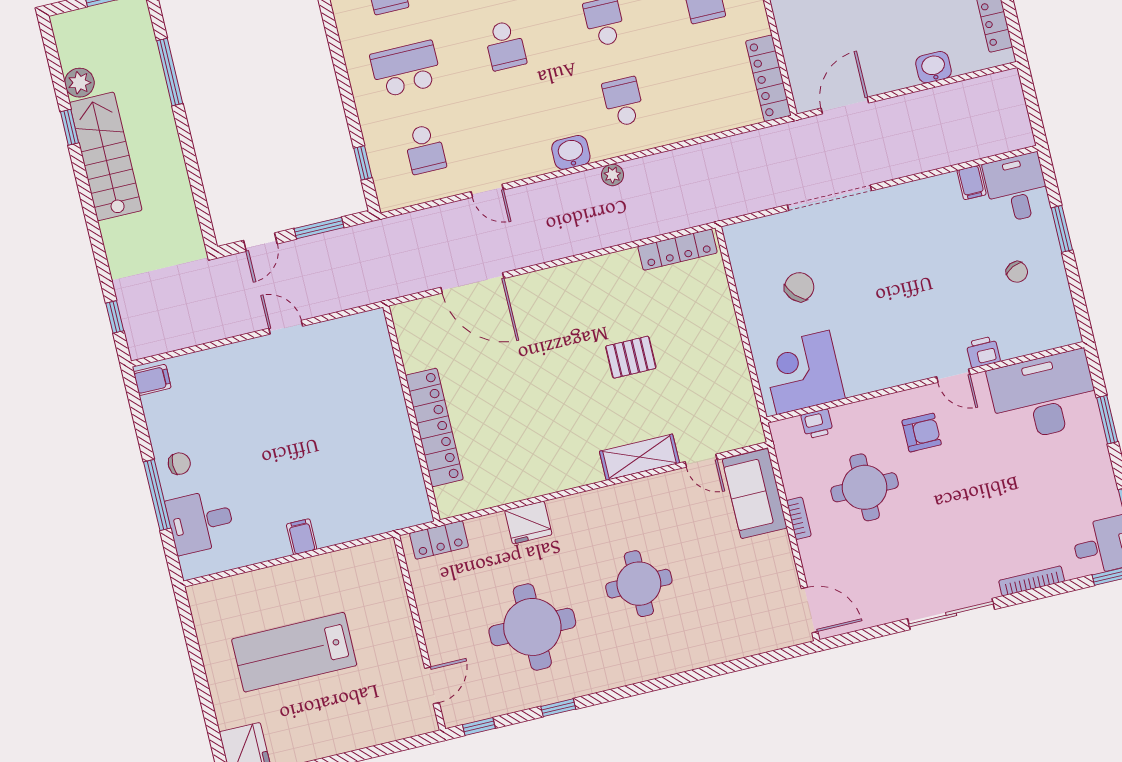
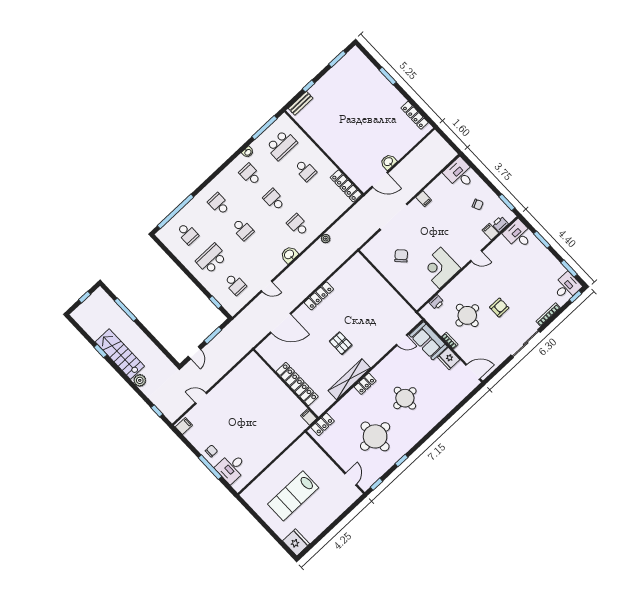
washbasin: (934, 67) -> (388, 162), moved
plant: (79, 83) -> (140, 380), moved
door: (845, 106) -> (380, 180), swing flipped
plant: (612, 175) -> (326, 239), moved
filing cabinet: (972, 182) -> (424, 199), moved
window: (1062, 229) -> (507, 202), moved
locker: (678, 250) -> (319, 296), moved
door: (286, 327) -> (201, 398), moved
filing cabinet: (1011, 342) -> (490, 232), added
printer: (983, 352) -> (500, 224), moved
pallet: (631, 357) -> (341, 343), moved, turned 90
corner desk: (803, 372) -> (440, 268), moved
desk: (1044, 396) -> (518, 235), width x0.53, depth x0.77
armchair: (922, 433) -> (499, 308), moved
shelving: (639, 457) -> (349, 379), moved, width x1.47
locker: (574, 507) -> (365, 384), added
fridge: (528, 523) -> (449, 359), moved, turned 90
filing cabinet: (302, 537) -> (309, 417), moved

